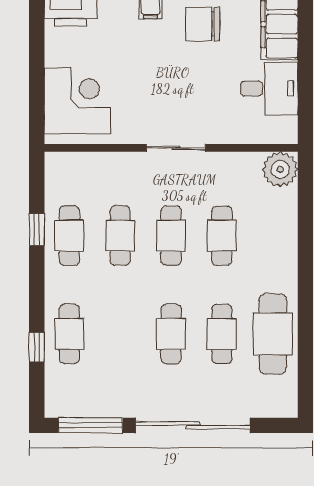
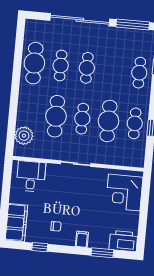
chair: (203, 24) -> (56, 226), width x0.54, depth x0.54
desk: (269, 88) -> (31, 176), moved, turned 90
plant: (280, 169) -> (24, 136), moved
cafe table: (120, 236) -> (108, 121), width x1.37, depth x1.35
cafe table: (222, 236) -> (56, 116), width x1.37, depth x1.35

